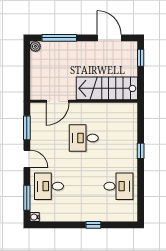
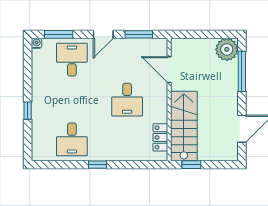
plant: (35, 46) -> (227, 49), width x1.87, depth x1.87
window: (141, 58) -> (191, 165), moved
locker: (117, 109) -> (160, 137), added
desk: (84, 138) -> (127, 100), turned 180
window: (141, 151) -> (97, 165), moved

